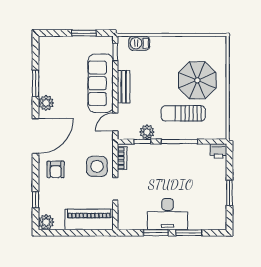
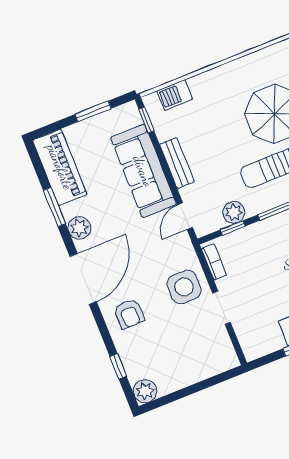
piano: (89, 219) -> (60, 167), moved, turned 90

